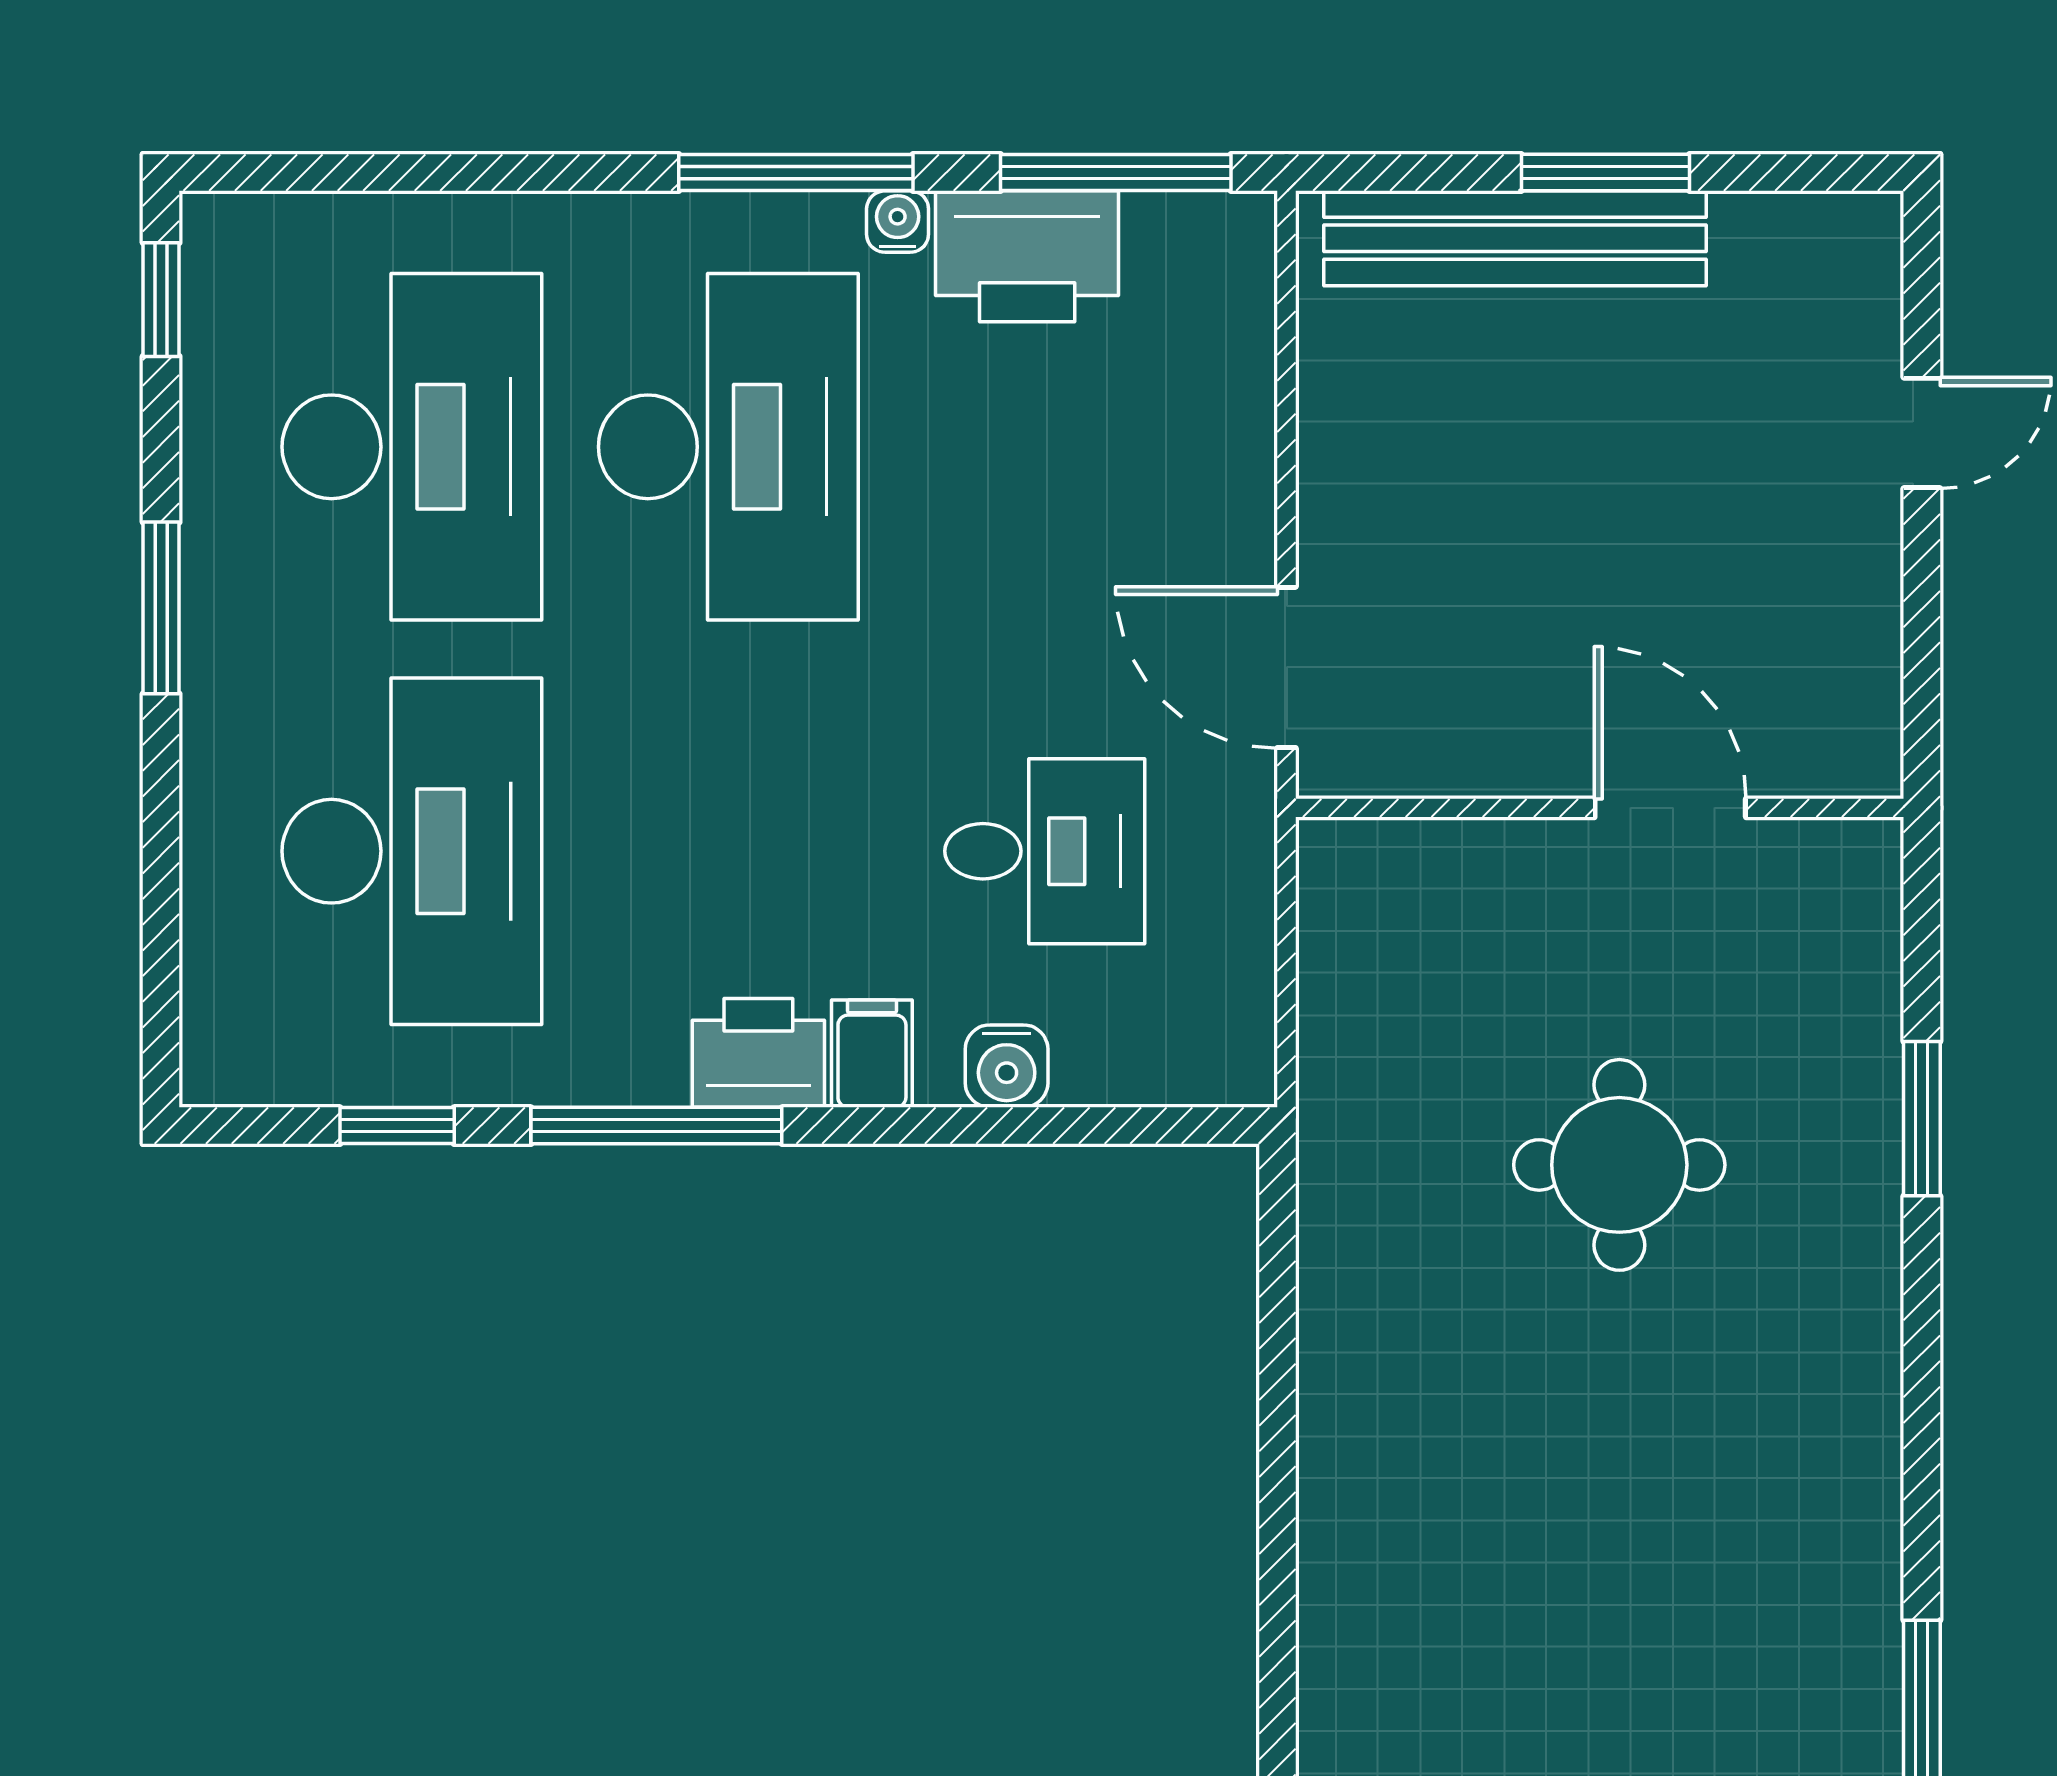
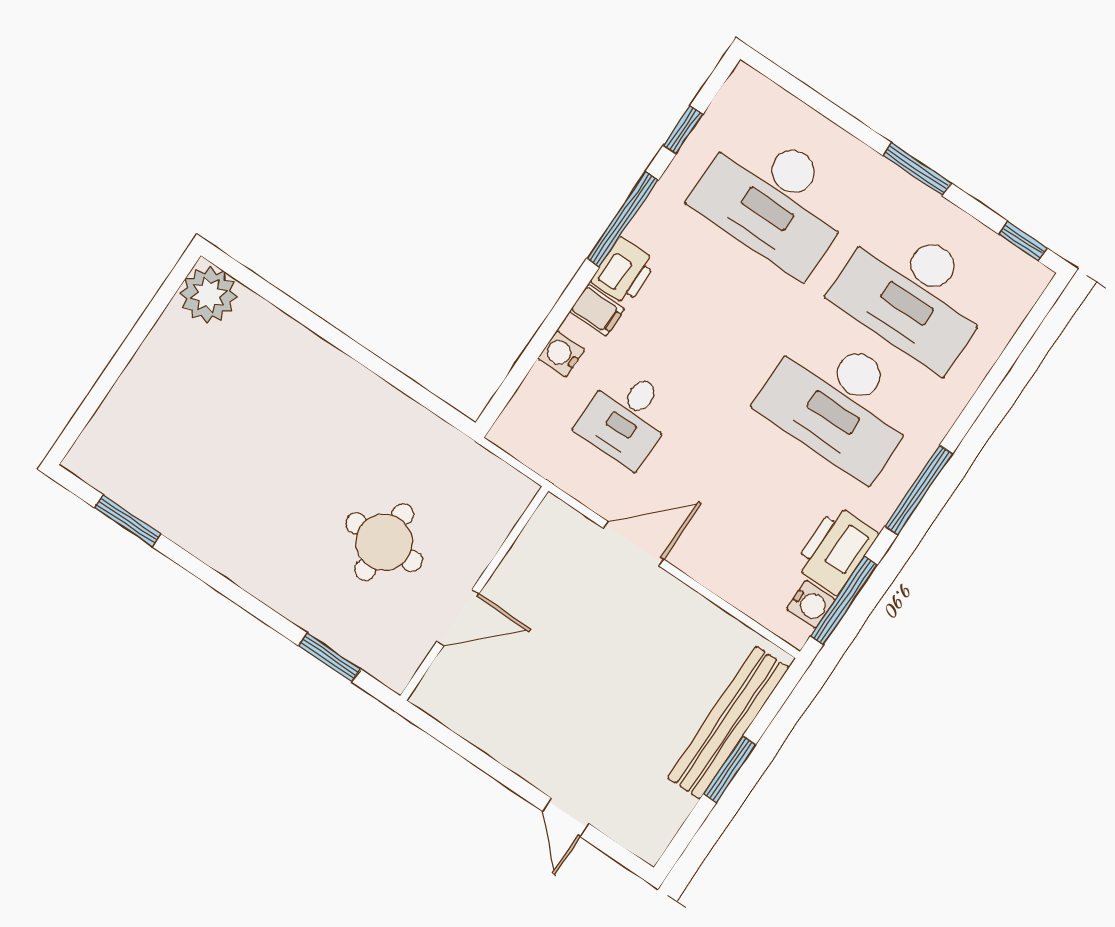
water cooler: (898, 222) -> (811, 604), moved, width x1.38, depth x1.38
wall: (1600, 808) -> (474, 593), moved
door: (1670, 808) -> (458, 618), moved

